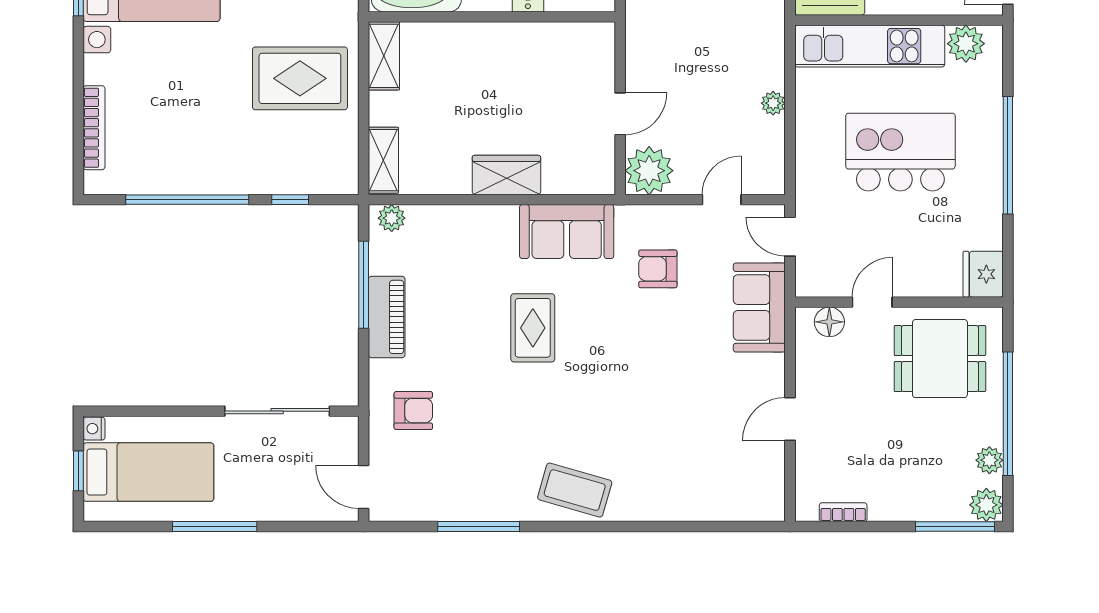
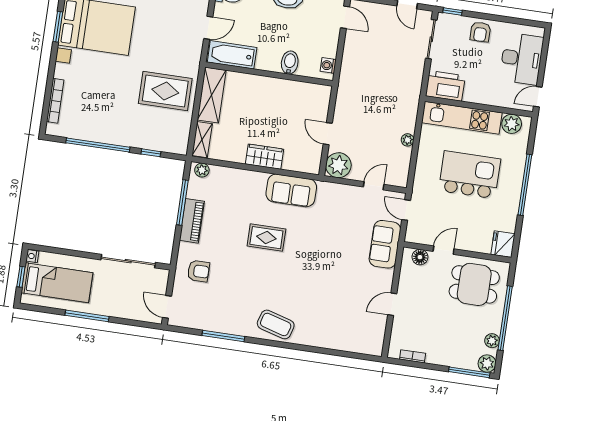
shelving: (384, 56) -> (212, 95), width x1.50, depth x1.33
door: (620, 114) -> (328, 134), swing flipped
armchair: (658, 269) -> (335, 217), removed
rug: (533, 328) -> (266, 238), turned 90

